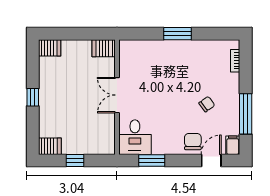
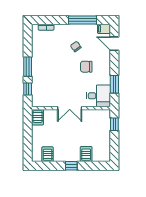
window: (145, 34) -> (28, 89), added
server rack: (50, 48) -> (48, 154), moved
chair: (193, 142) -> (86, 67), moved
server rack: (50, 146) -> (86, 154), moved
window: (75, 161) -> (114, 124), moved

